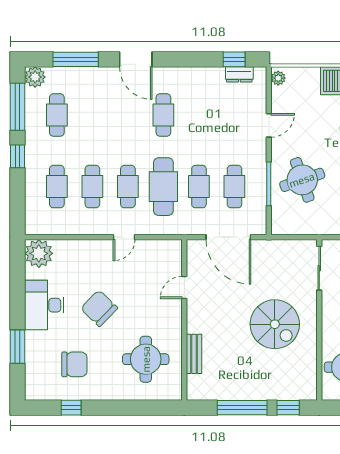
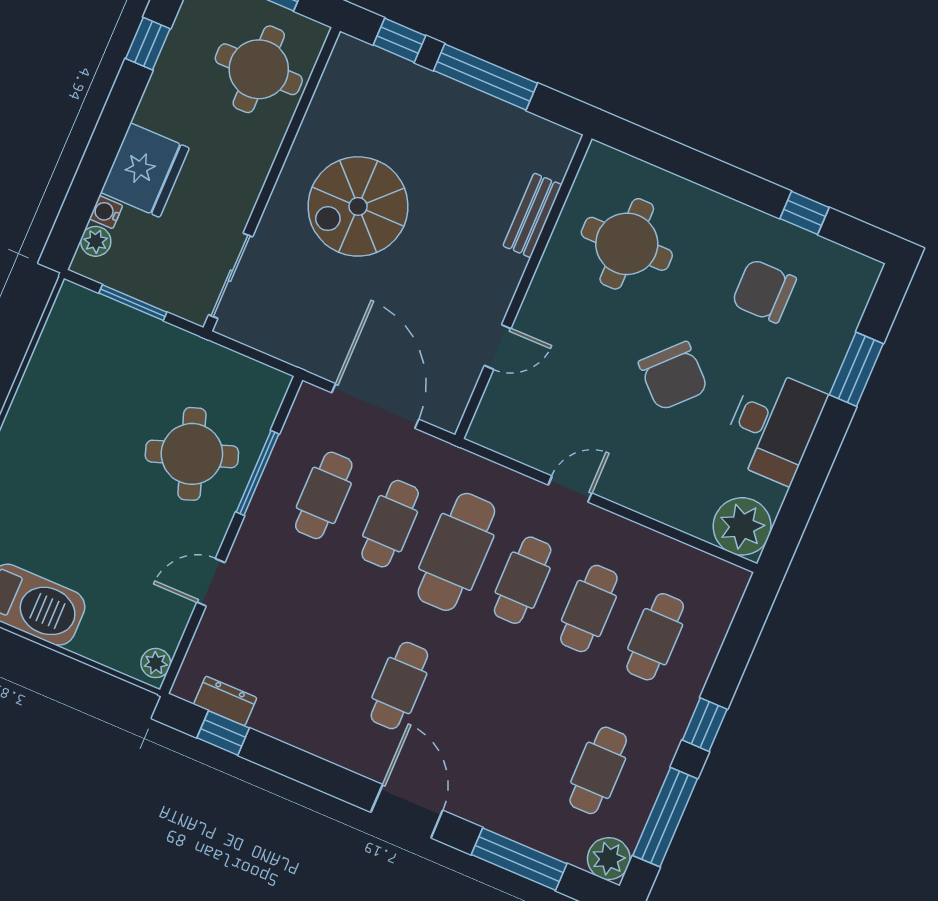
spiral stairs: (275, 324) -> (358, 206), turned -90

